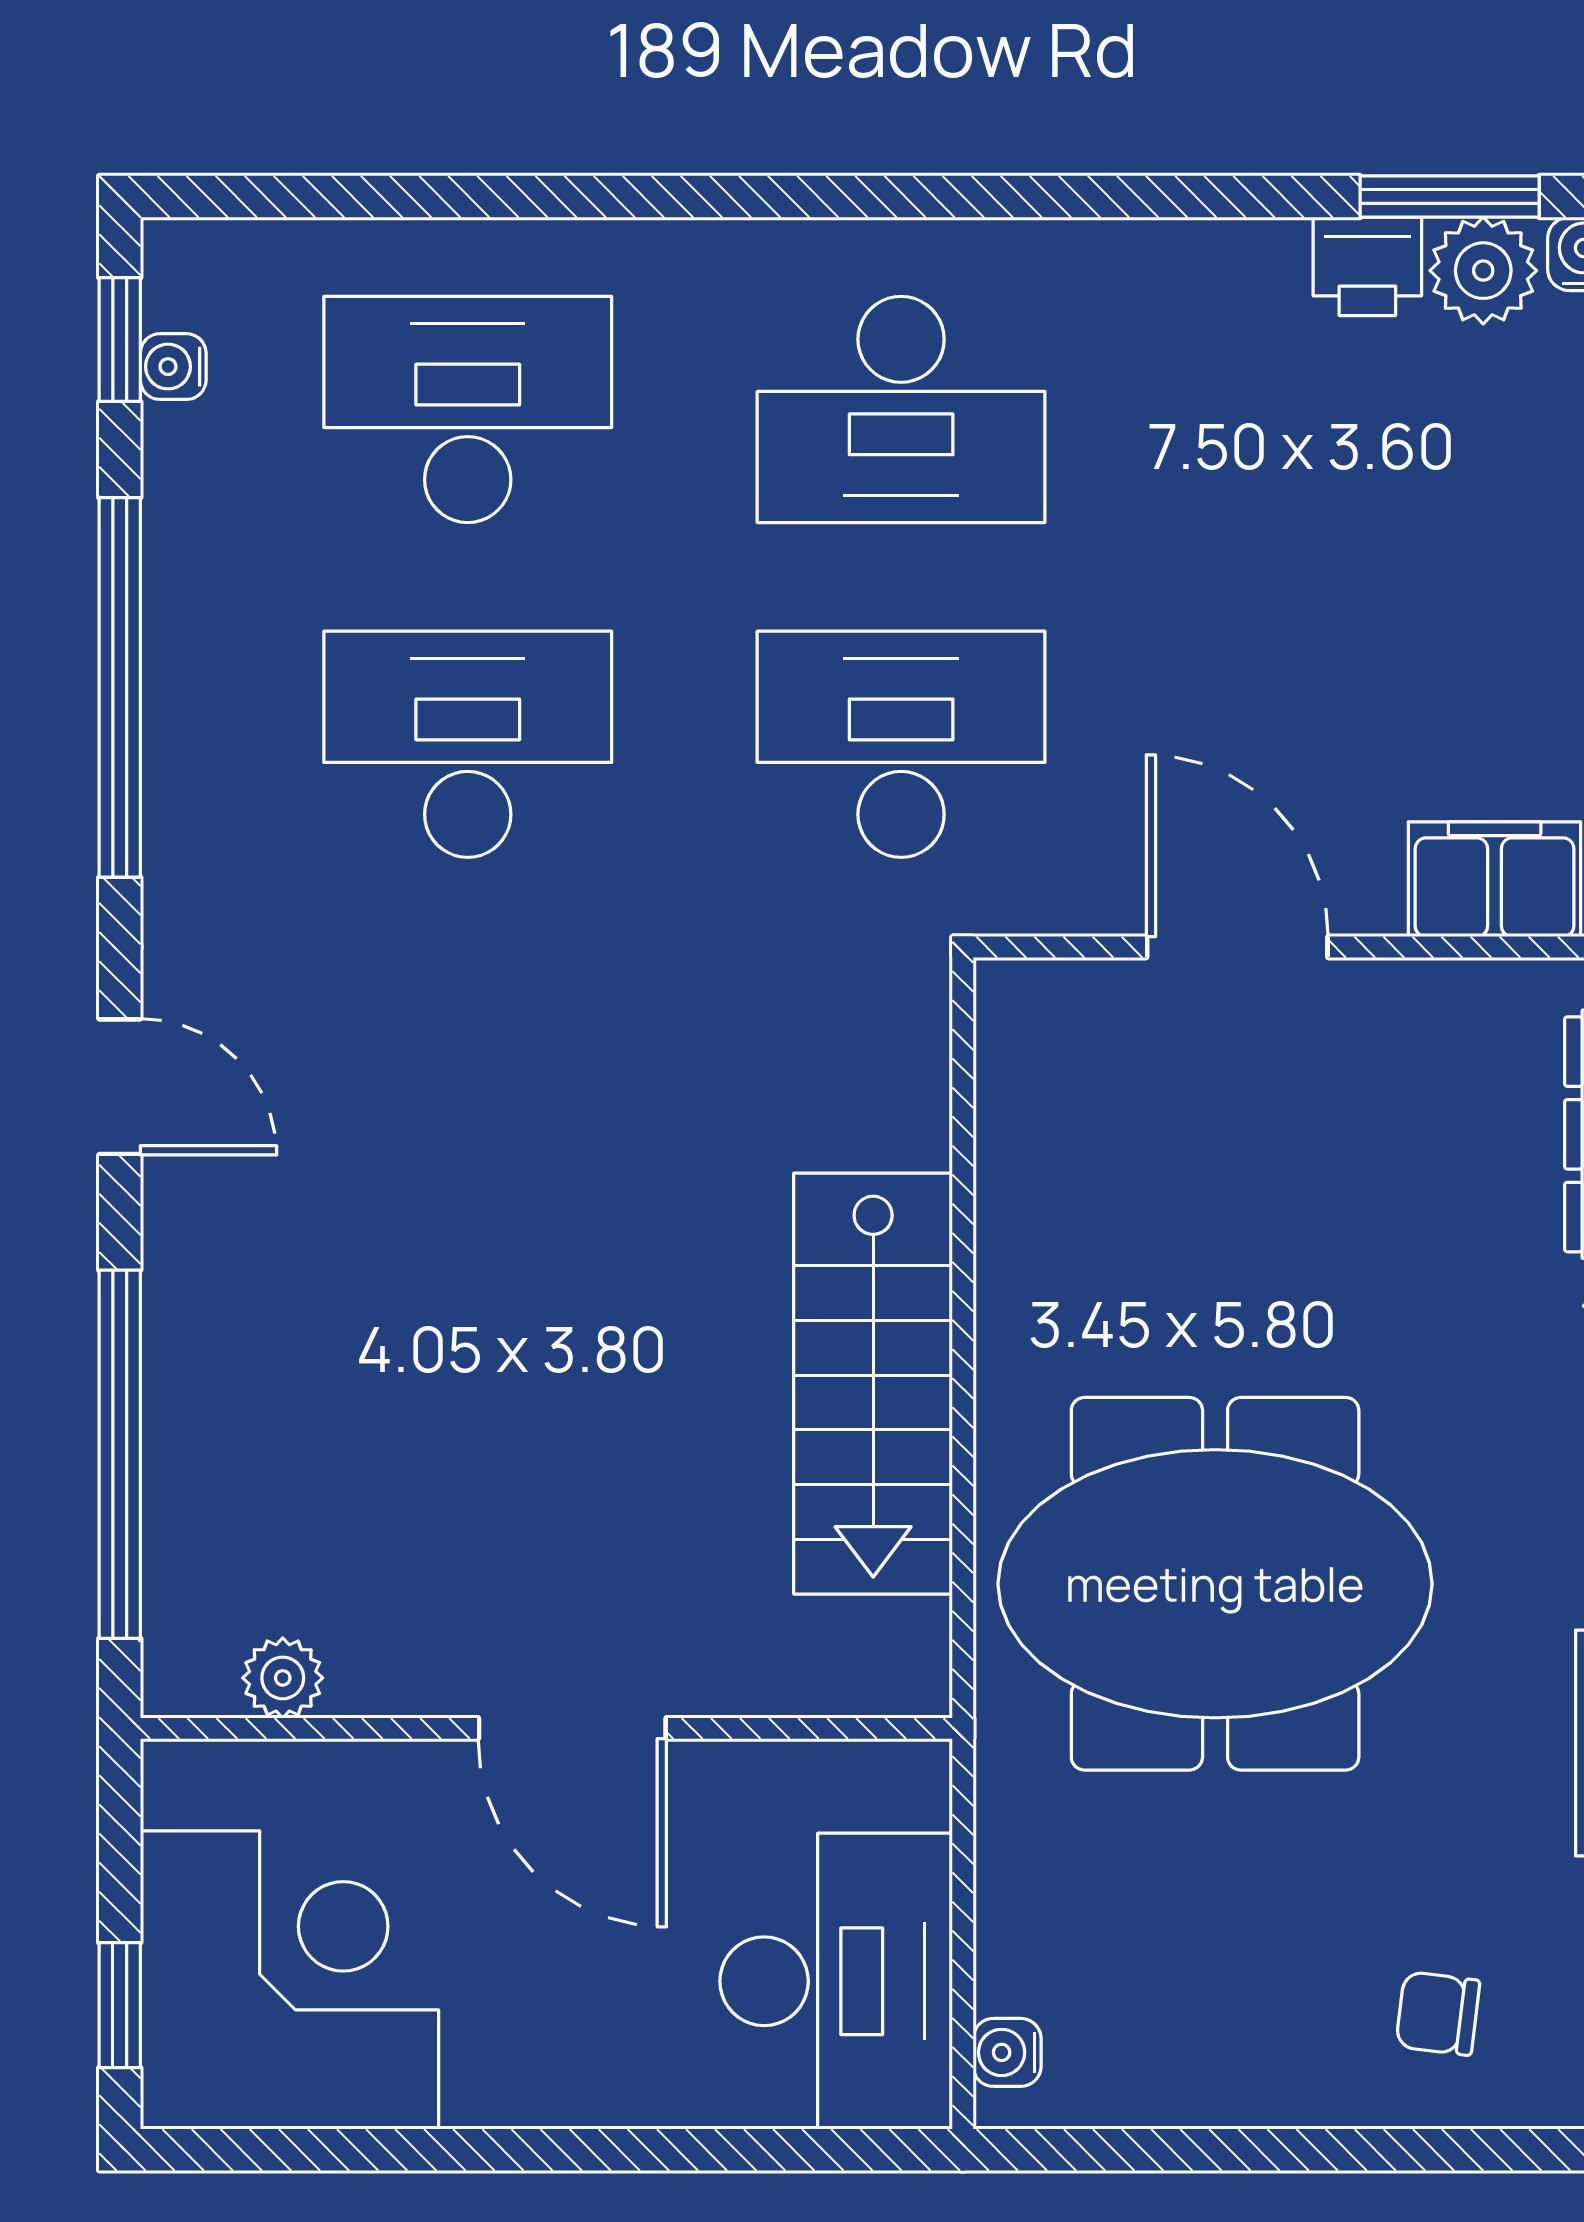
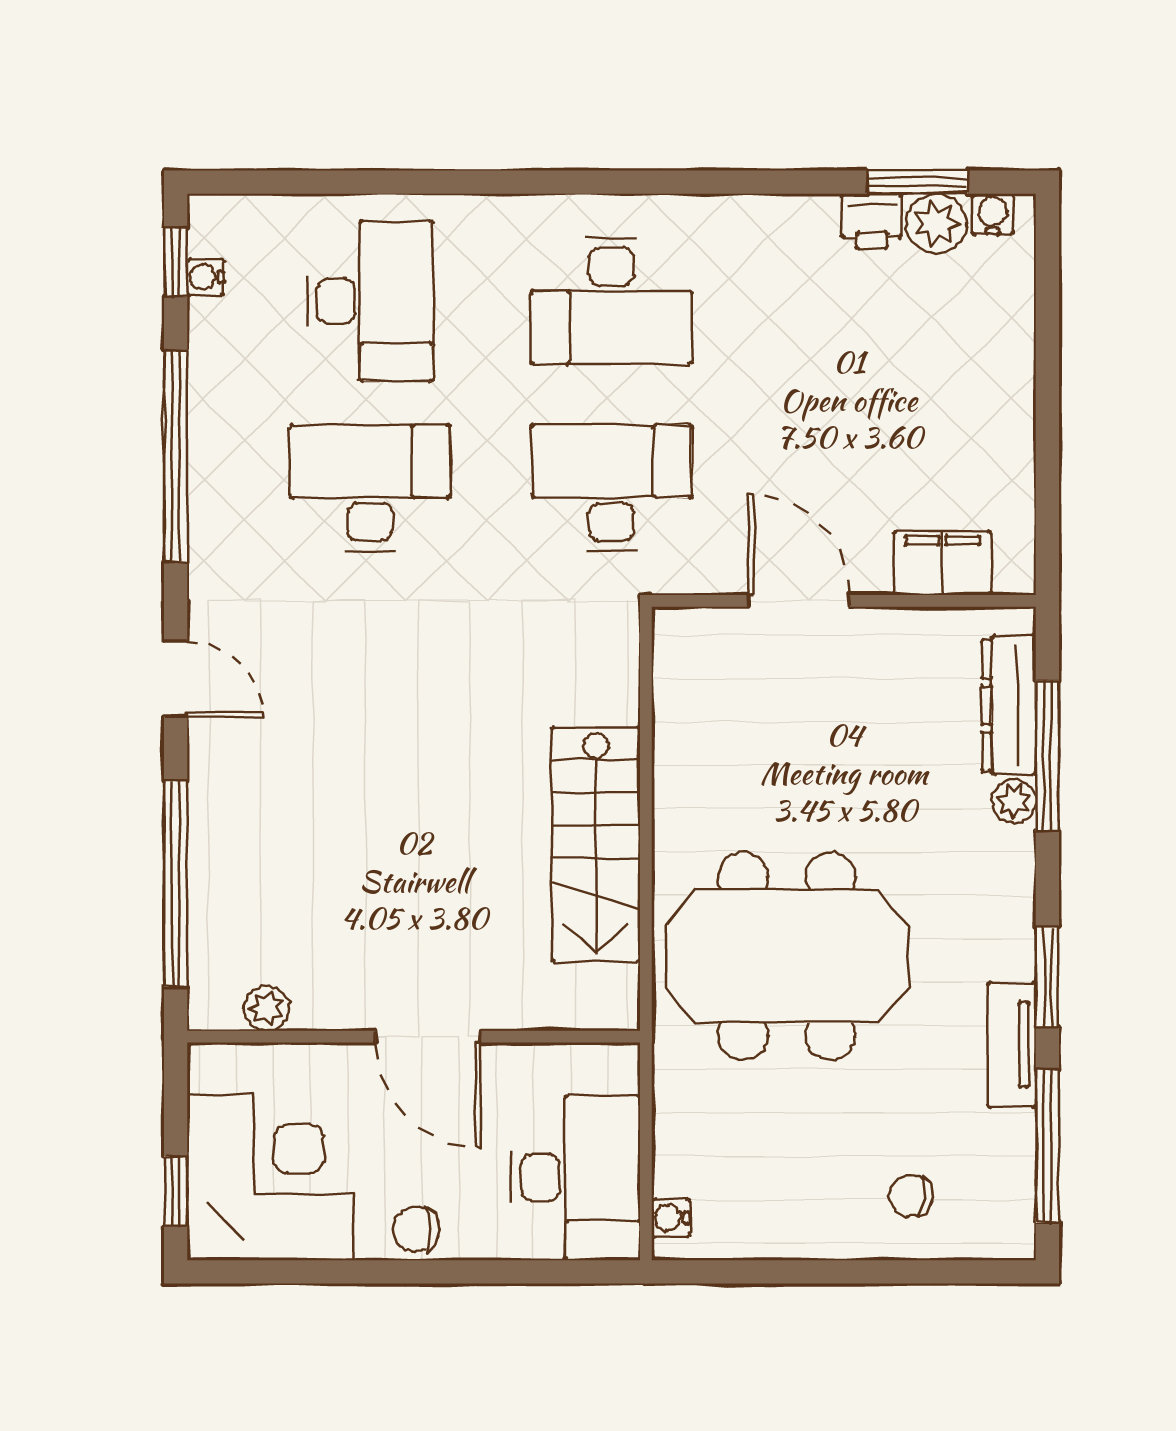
desk: (468, 409) -> (370, 301), turned 90
chair: (551, 2073) -> (416, 1229), added

